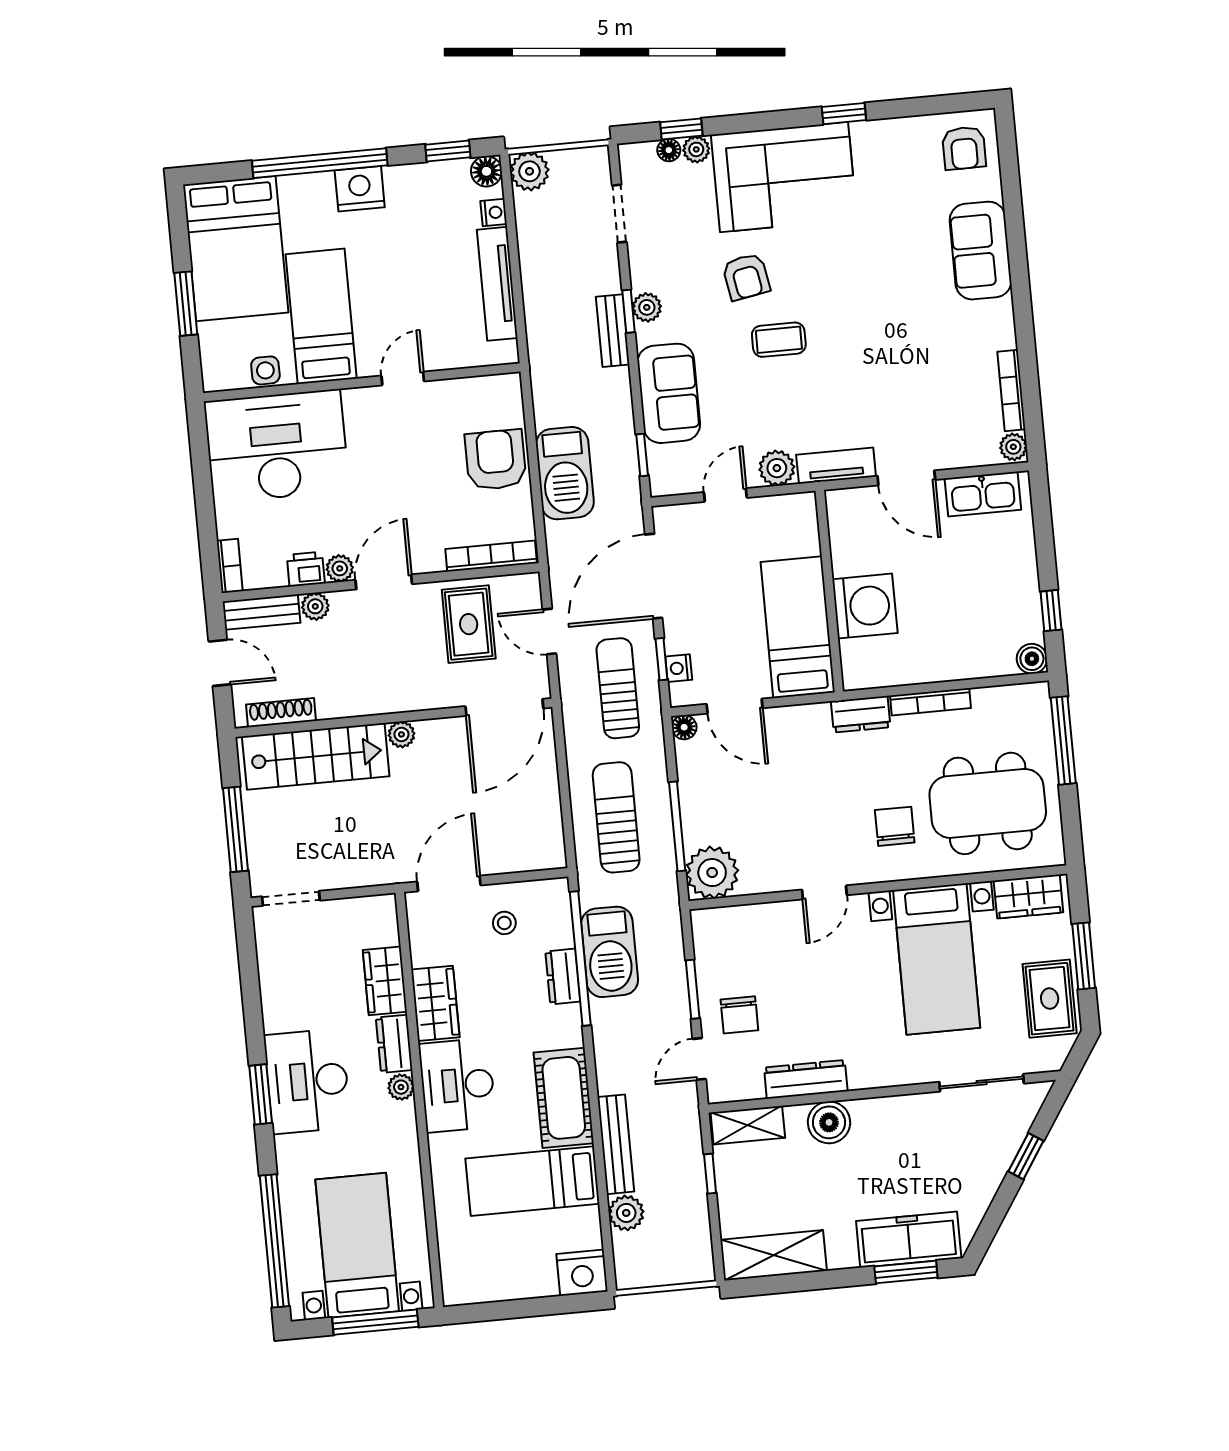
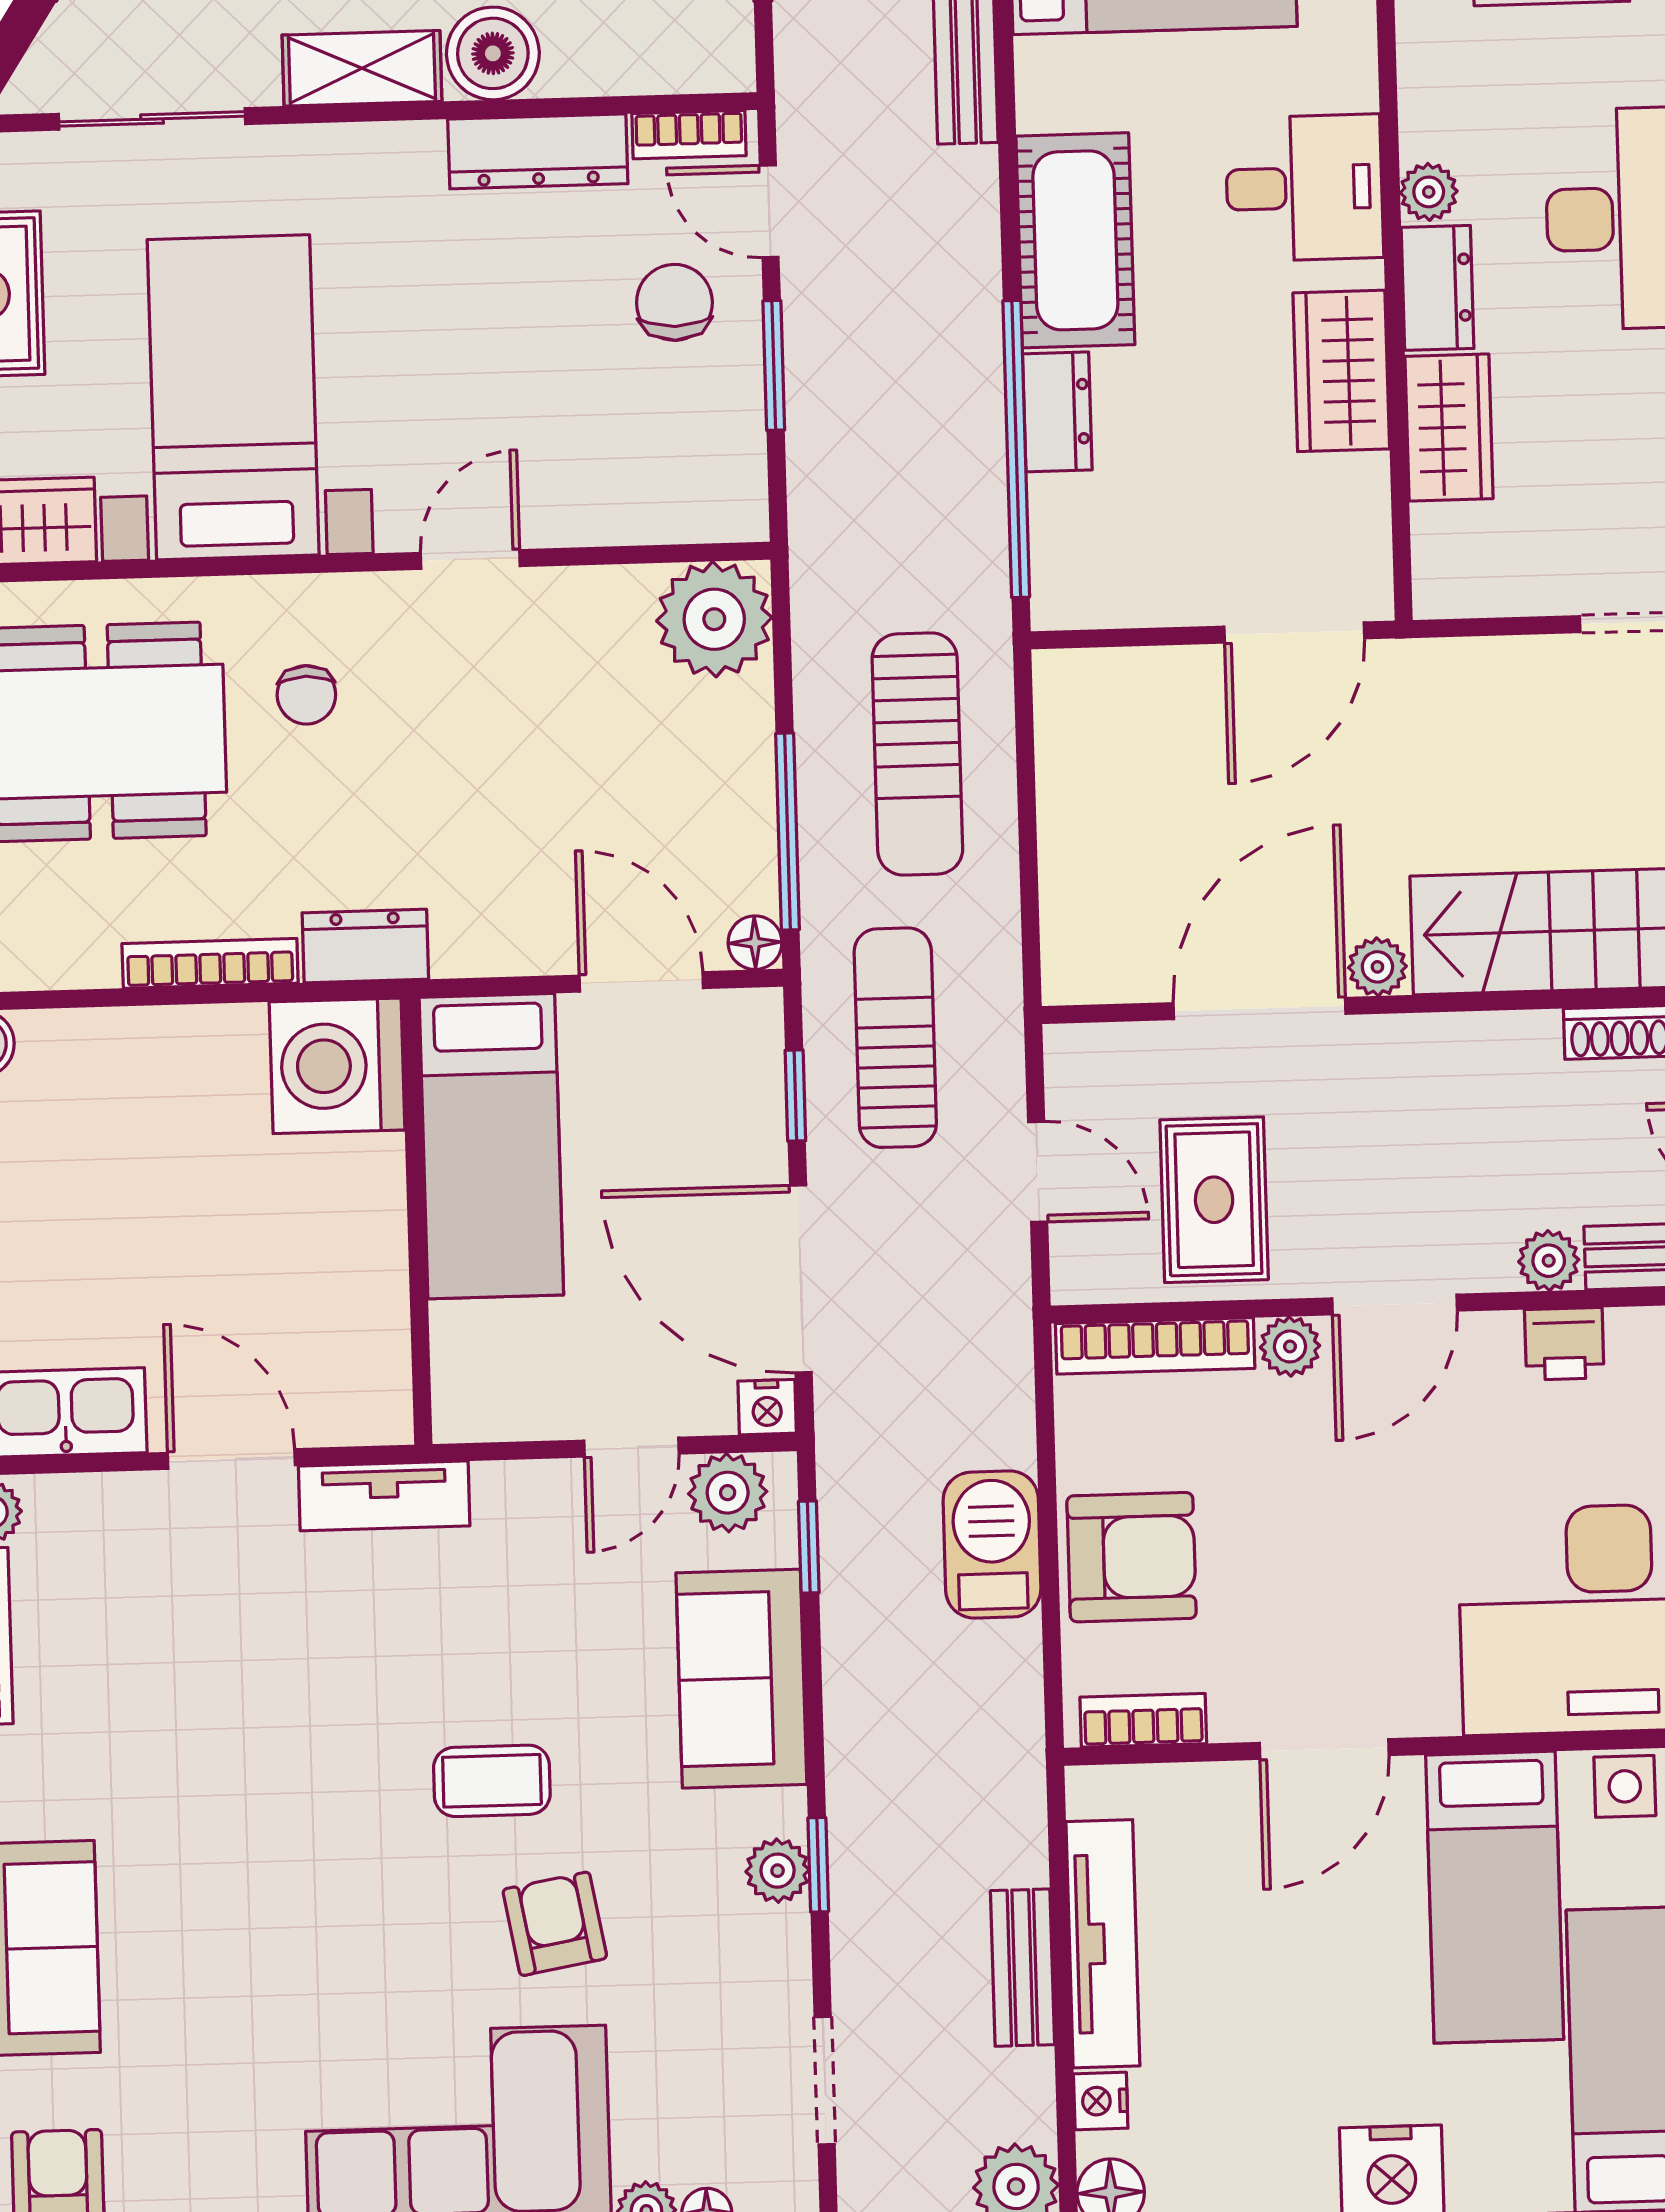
bench: (613, 331) -> (1022, 1968), moved
door: (403, 378) -> (1324, 1749), width x1.38
bookcase: (485, 386) -> (1143, 1720), added
armchair: (496, 460) -> (1132, 1557), turned -90
plant: (777, 468) -> (728, 1493), moved
barbecue: (565, 473) -> (992, 1545), width x0.73, depth x0.83
plant: (340, 568) -> (1290, 1346), moved
door: (654, 576) -> (801, 1279), swing flipped
washing machine: (865, 606) -> (337, 1066), moved
nightstand: (679, 668) -> (767, 1407), moved, turned 90
sun lounger: (618, 688) -> (895, 1038), turned 180
door: (504, 707) -> (1260, 1009), moved
window: (677, 826) -> (788, 832), moved
chair: (895, 826) -> (306, 695), width x0.73, depth x0.73
stool: (504, 923) -> (1178, 538), removed
barbecue: (610, 952) -> (951, 460), removed
door: (699, 1059) -> (769, 211), swing flipped
desk: (457, 1085) -> (1304, 188), width x0.73
bookcase: (738, 1091) -> (689, 135), added
cot: (564, 1098) -> (1075, 240), moved
shelving: (748, 1125) -> (362, 68), moved

